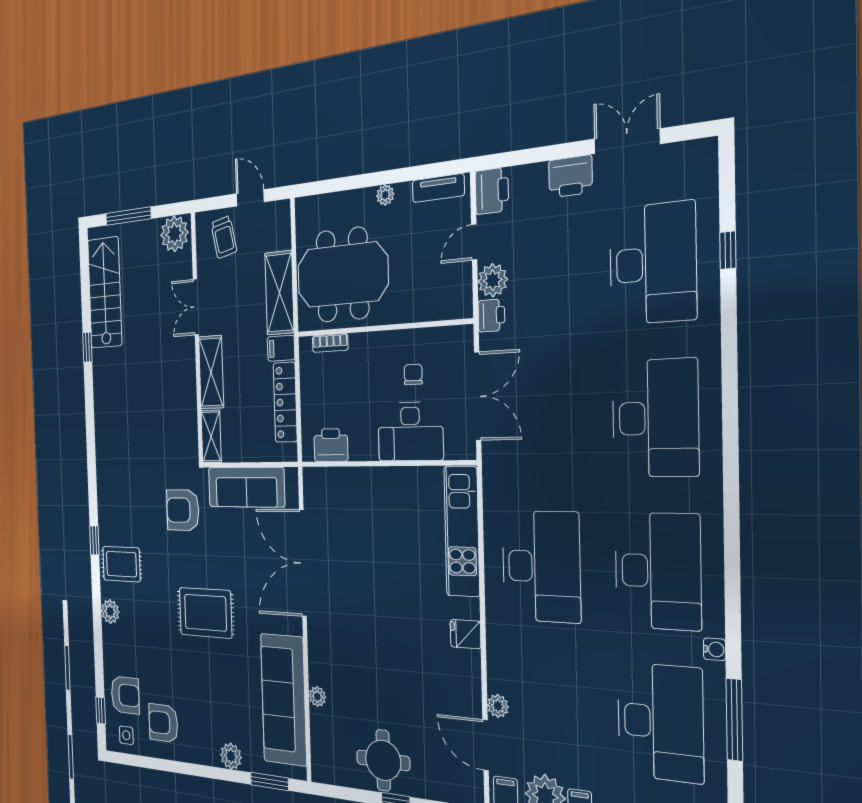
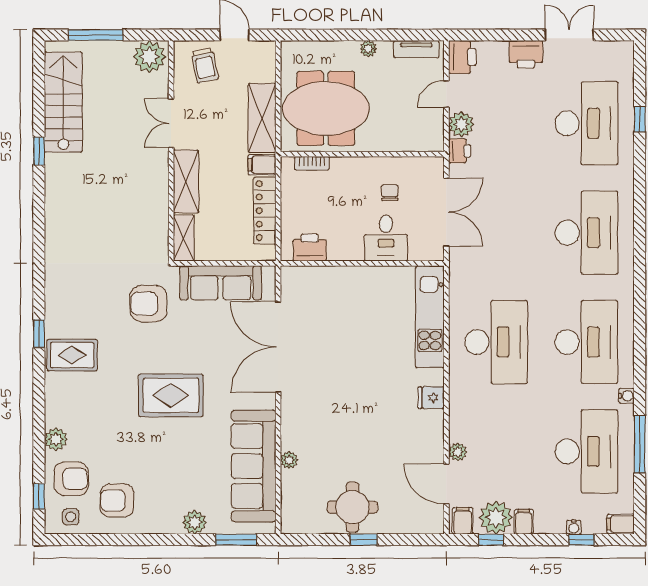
desk: (410, 432) -> (386, 238), width x0.73
plant: (110, 612) -> (56, 439), moved

